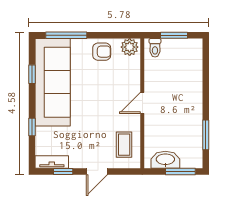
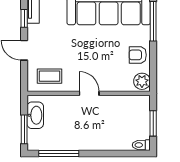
toilet: (155, 48) -> (141, 145), moved
armchair: (102, 52) -> (138, 55), turned 90
window: (206, 135) -> (59, 153), width x1.44

